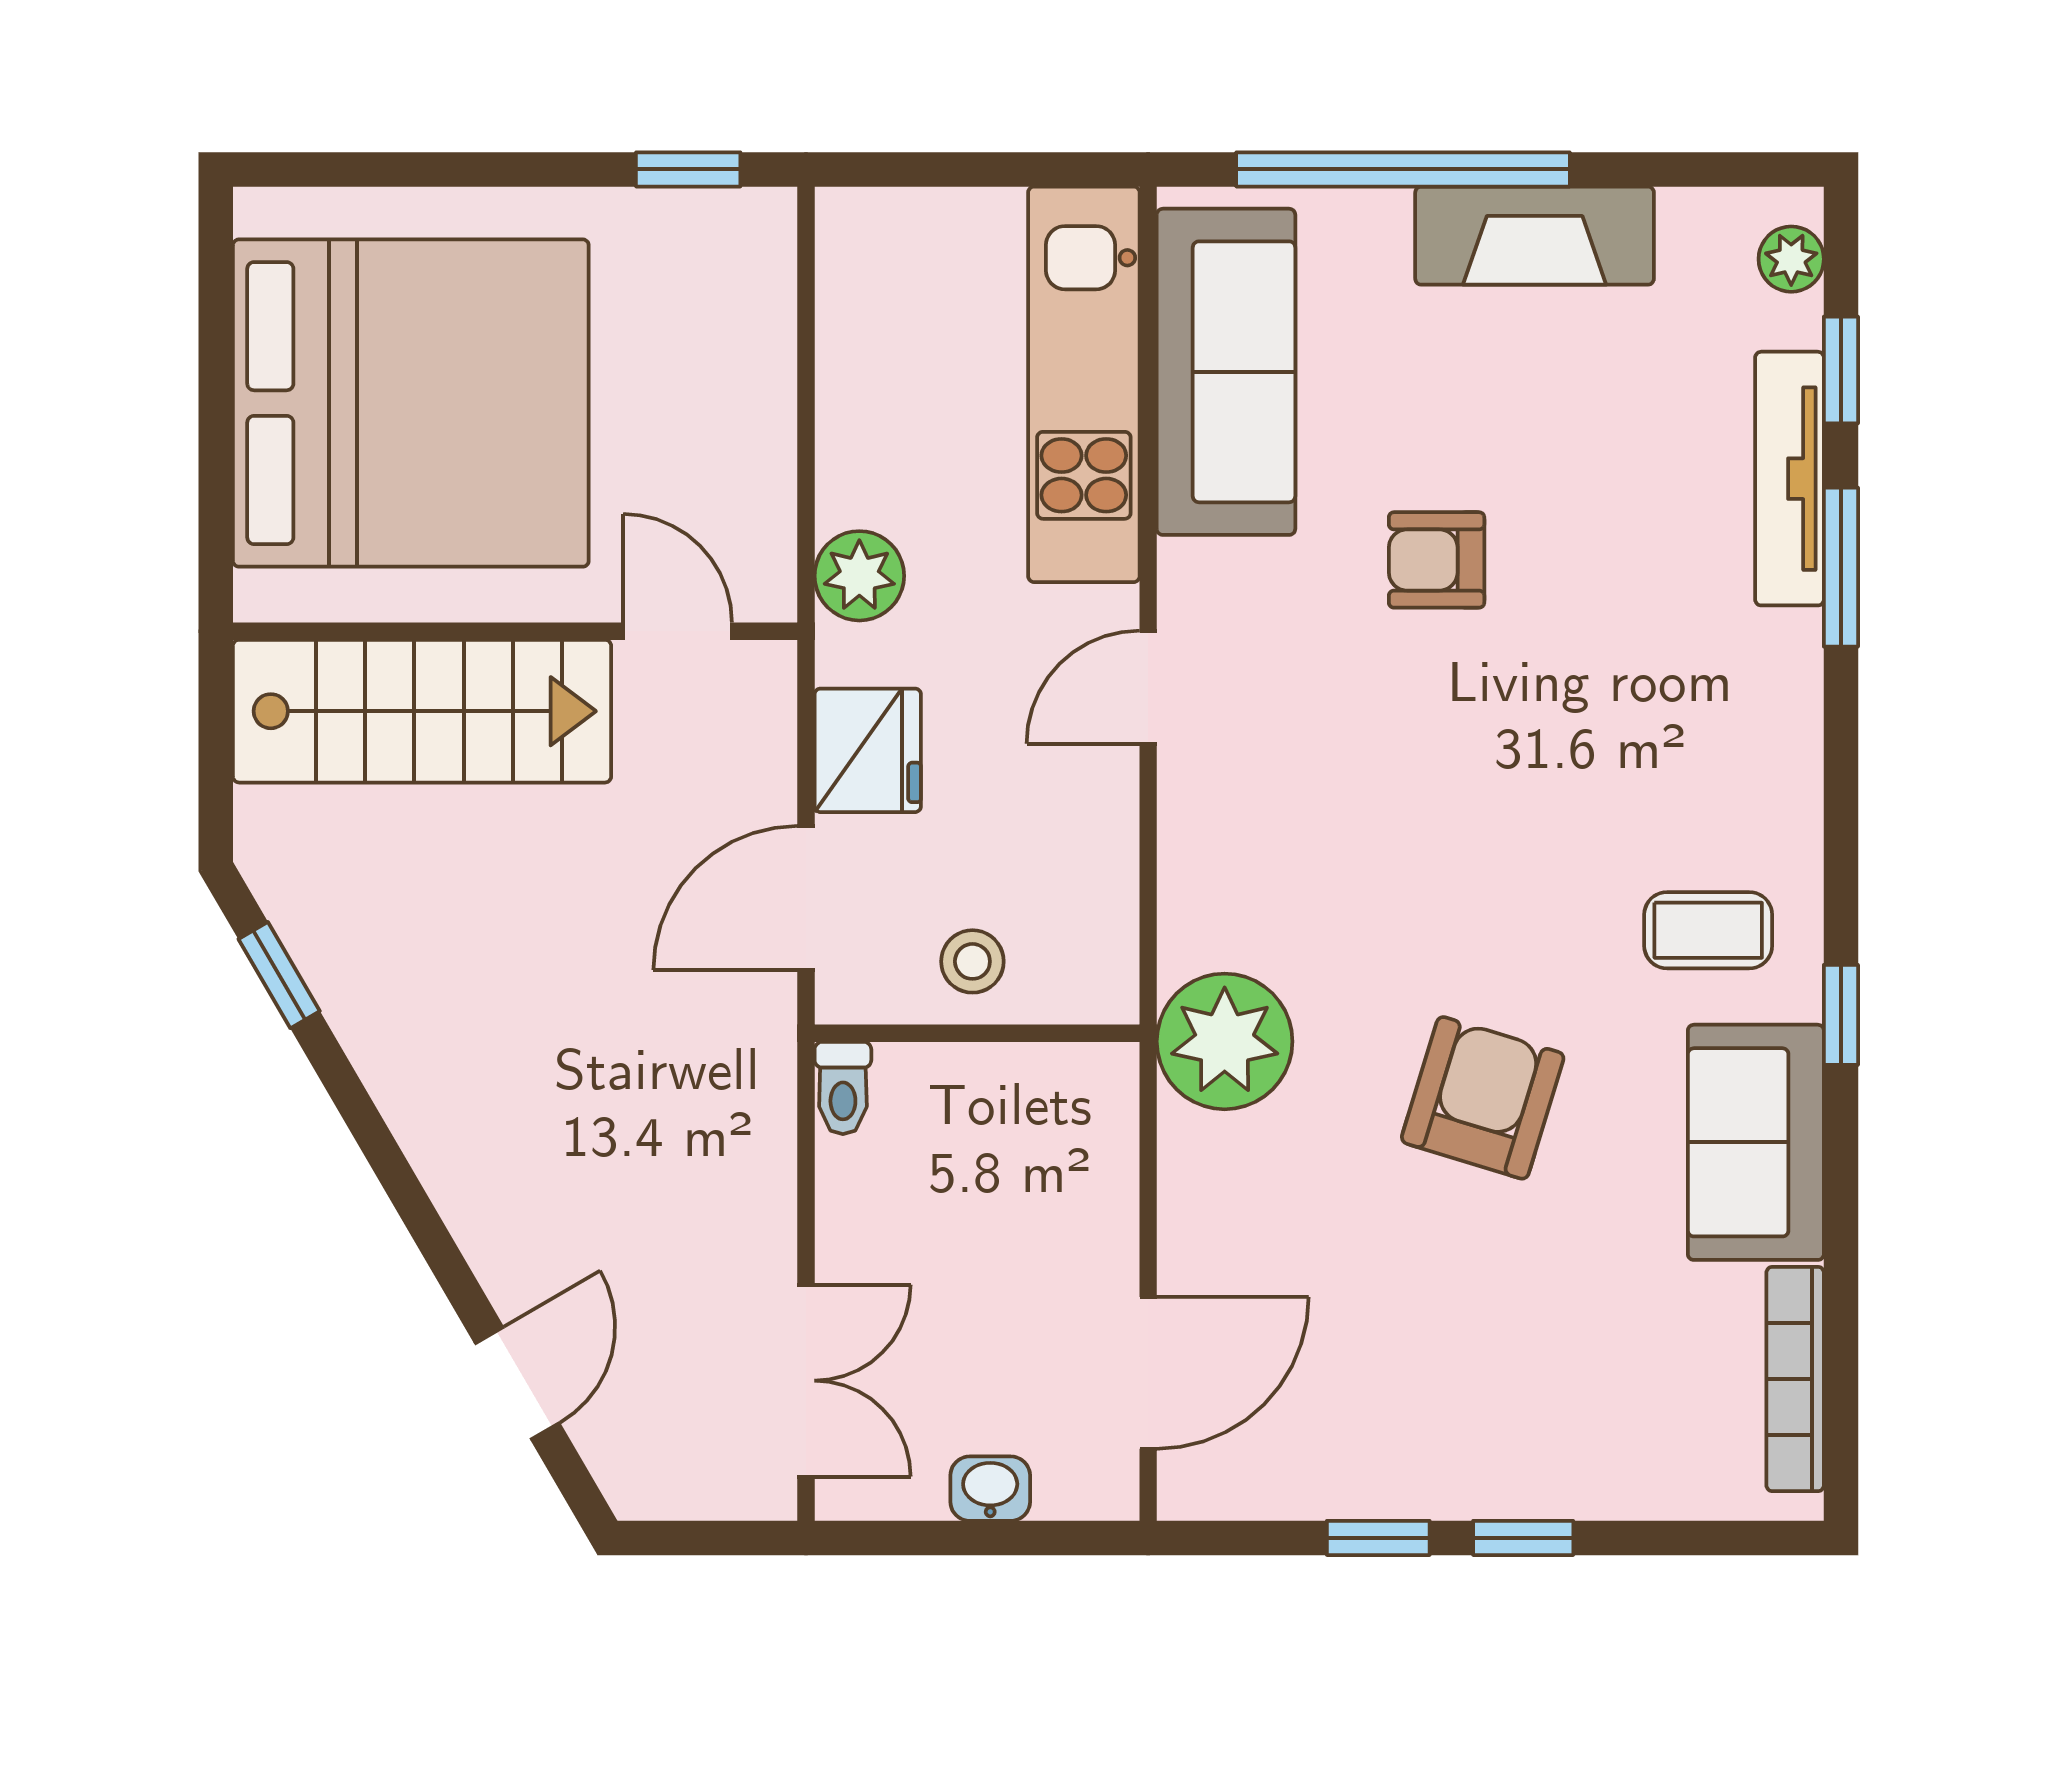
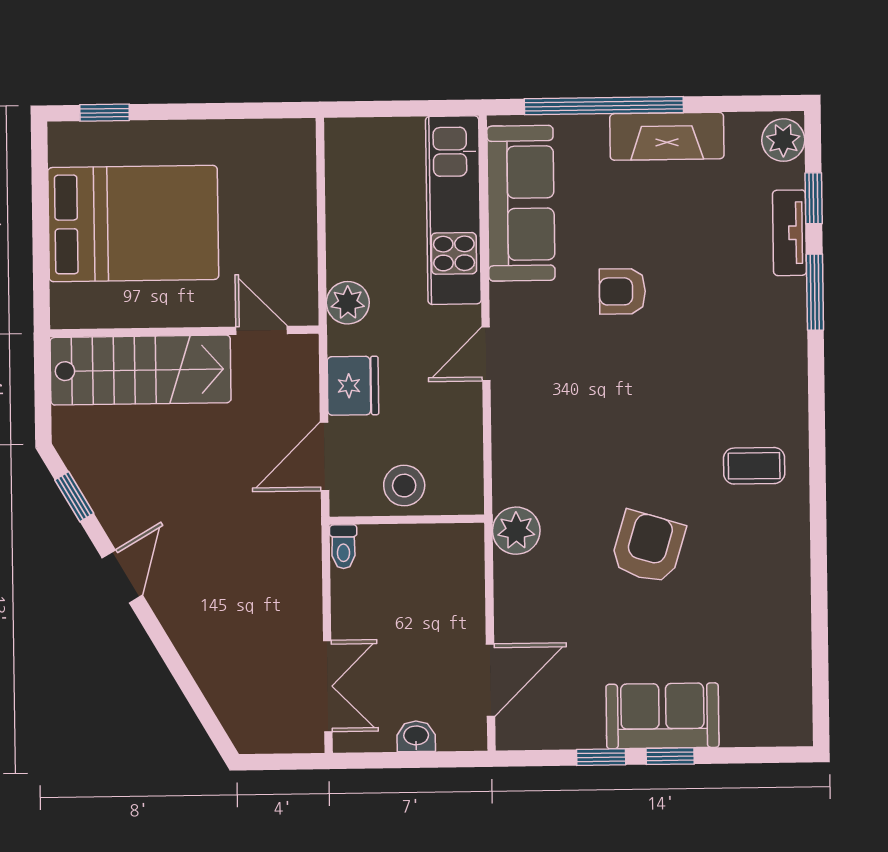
window: (688, 169) -> (105, 113), moved
plant: (1791, 259) -> (783, 140), width x1.38, depth x1.38
bed: (411, 403) -> (133, 224), width x0.73
tv unit: (1789, 479) -> (790, 233), width x0.71
stool: (972, 961) -> (404, 486), width x1.37, depth x1.37
window: (1841, 1015) -> (818, 505), removed
plant: (1225, 1041) -> (516, 531), width x0.73, depth x0.73
sofa: (1756, 1142) -> (662, 716), moved, turned 90
bookcase: (1795, 1379) -> (798, 679), removed
door: (517, 1383) -> (122, 576), moved

